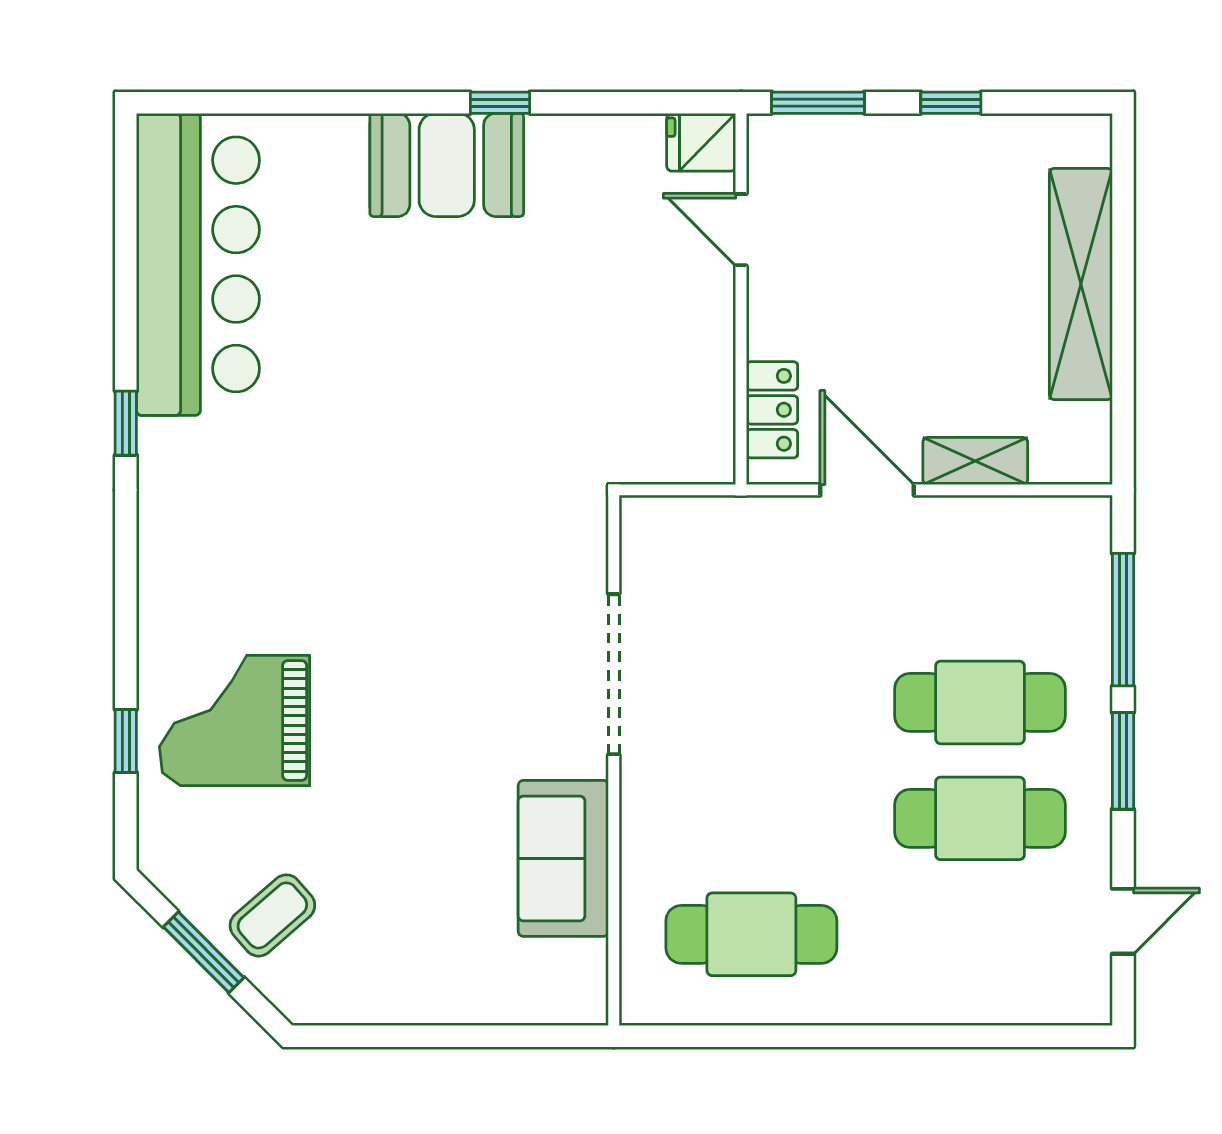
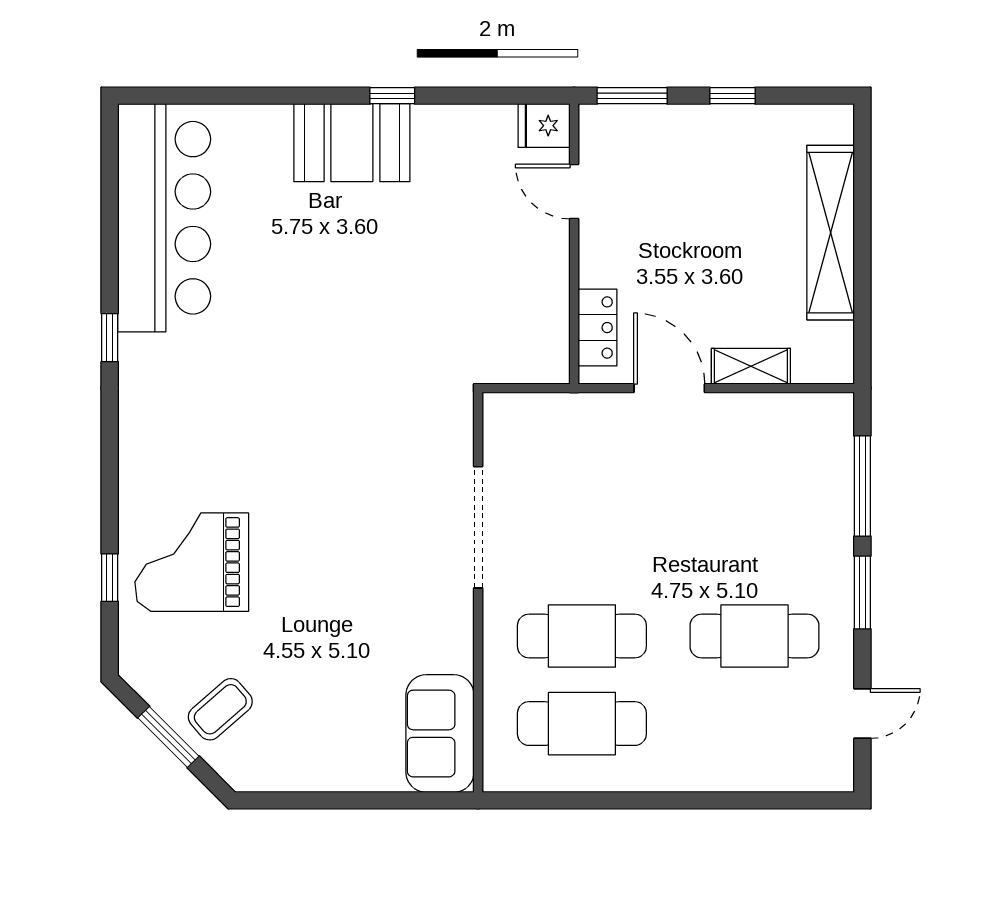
cafe table: (980, 702) -> (582, 636), moved
sofa: (563, 858) -> (440, 734), moved

